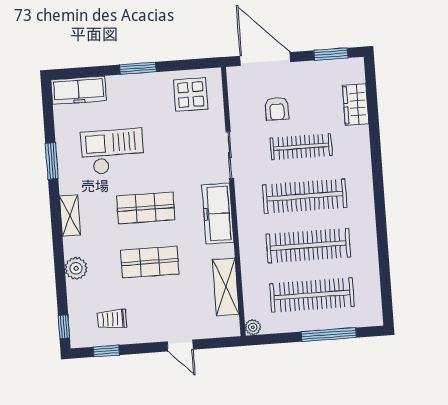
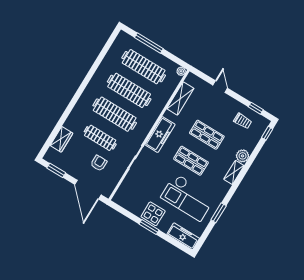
display table: (191, 94) -> (153, 214), moved
checkout: (112, 152) -> (188, 197), width x1.36, depth x1.21
shelving: (70, 215) -> (234, 172), moved

